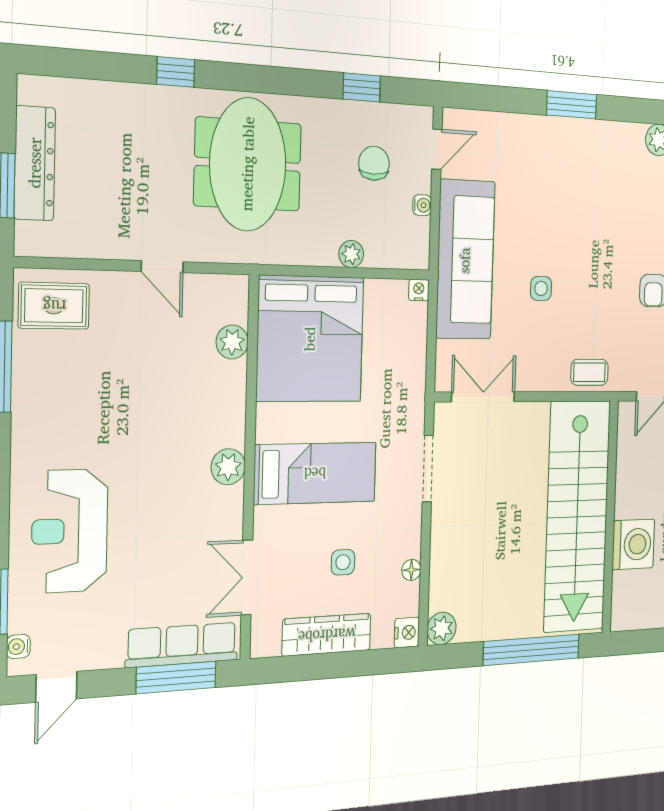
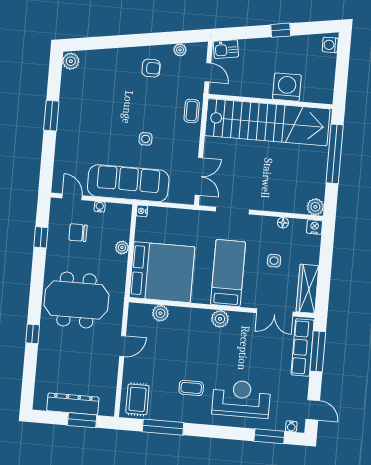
double door: (483, 397) -> (199, 176), swing flipped
coffee table: (85, 421) -> (191, 388), added
reception desk: (70, 531) -> (241, 399), turned 180
wardrobe: (327, 635) -> (307, 289), moved

